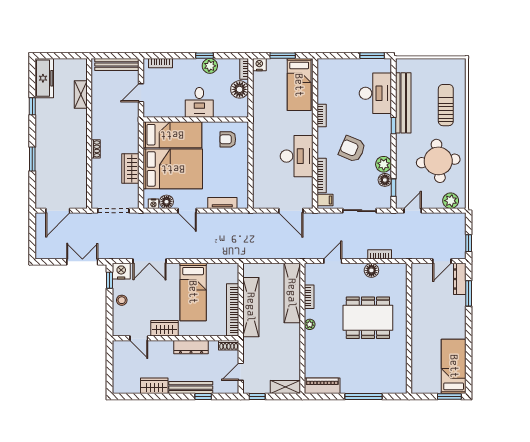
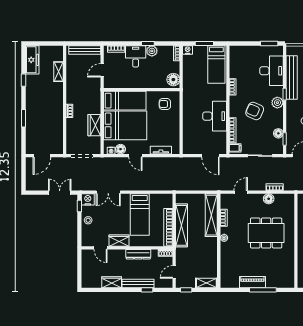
floor lamp: (240, 89) -> (173, 80), moved
desk: (199, 102) -> (136, 56), moved, turned 180
plant: (384, 164) -> (277, 103), moved
piano: (322, 386) -> (252, 282), moved

